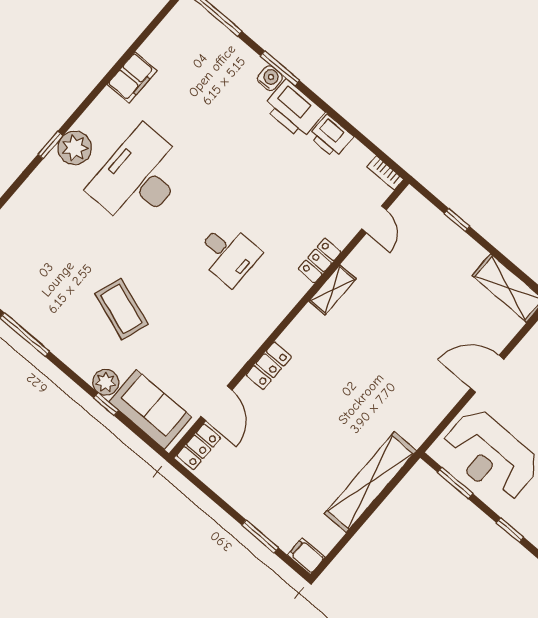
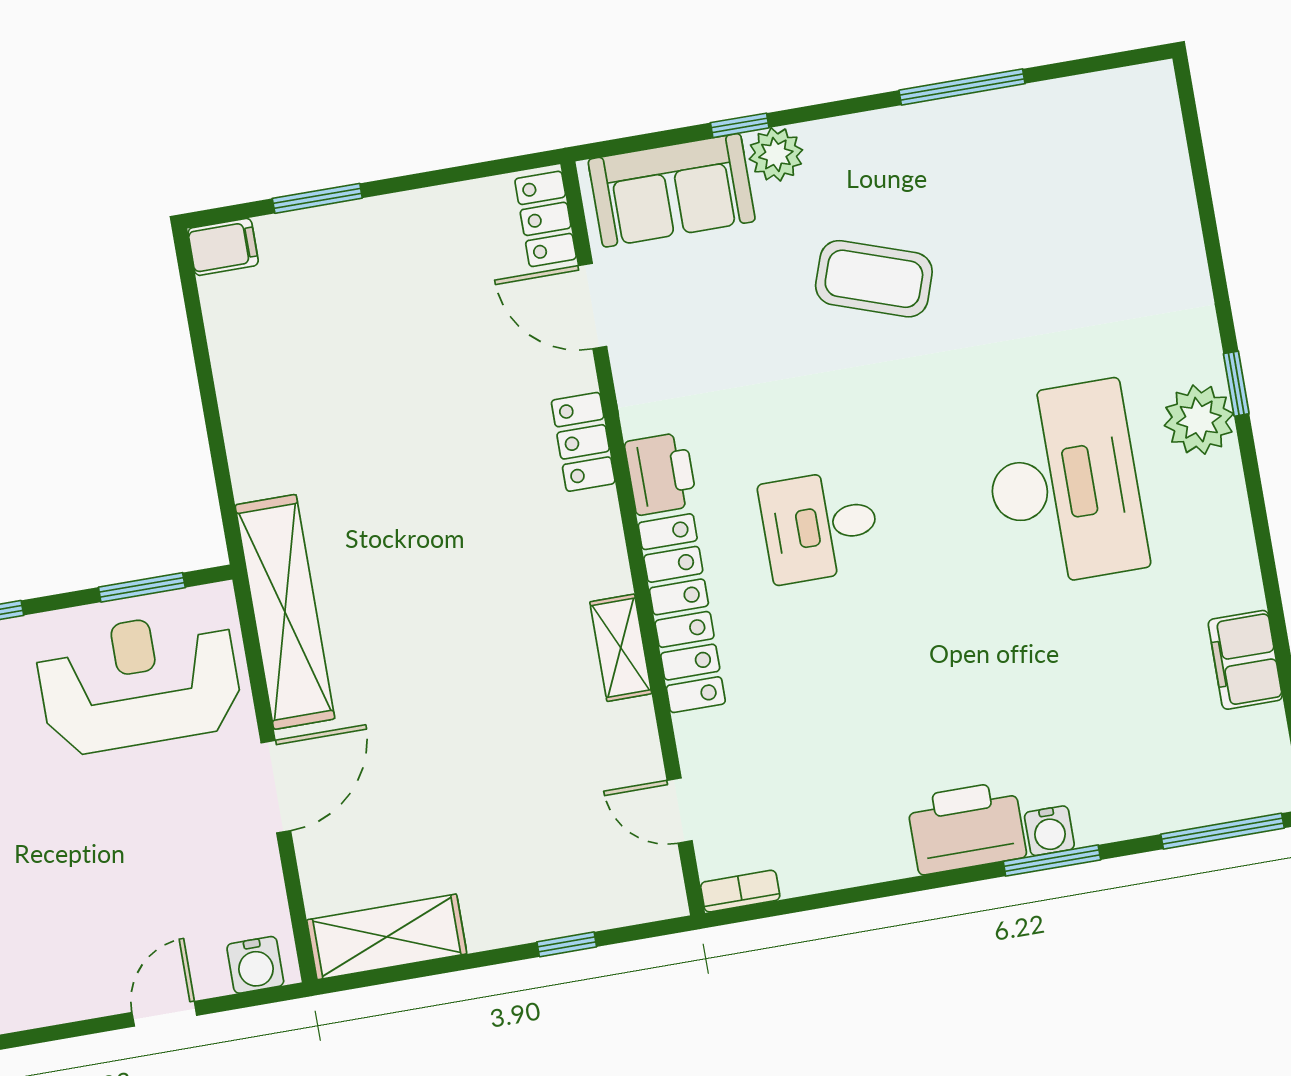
filing cabinet: (132, 77) -> (1245, 660), moved
printer: (331, 136) -> (661, 474), moved, turned 90
locker: (320, 260) -> (682, 613), width x2.16, depth x1.21
shelving: (370, 482) -> (285, 612), moved

